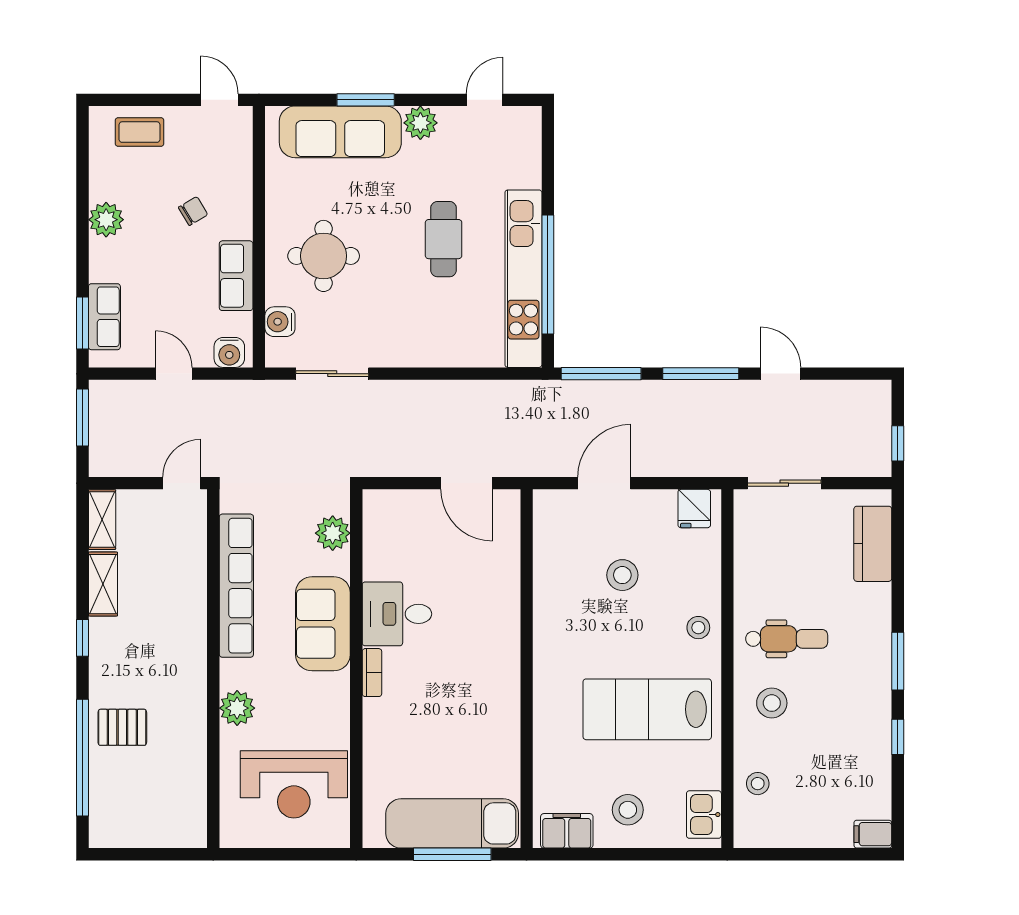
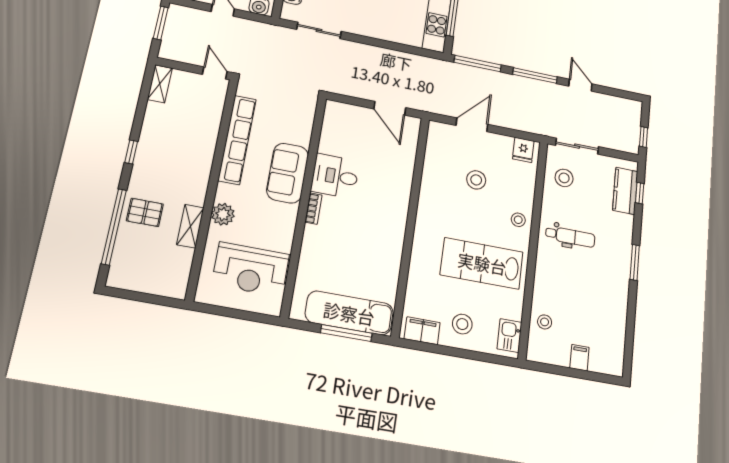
door: (182, 483) -> (215, 73), hinge flipped
plant: (333, 533) -> (303, 121), removed
shelving: (103, 584) -> (190, 226), moved
stool: (772, 703) -> (564, 178), moved
window: (898, 737) -> (640, 193), moved
filing cabinet: (873, 834) -> (579, 358), moved, turned 90

